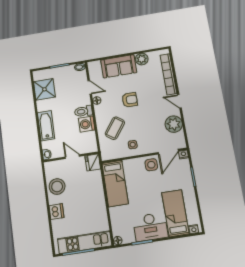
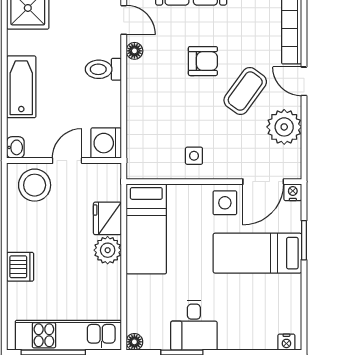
washing machine: (87, 124) -> (106, 143), moved
coffee table: (115, 128) -> (245, 91), moved
door: (72, 157) -> (67, 161), hinge flipped
fridge: (93, 162) -> (107, 218), moved
stool: (57, 186) -> (35, 185), moved
plant: (98, 197) -> (108, 250), added
bed: (175, 213) -> (257, 253), moved, turned -90
desk: (150, 227) -> (194, 325), width x0.73

